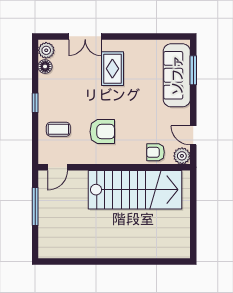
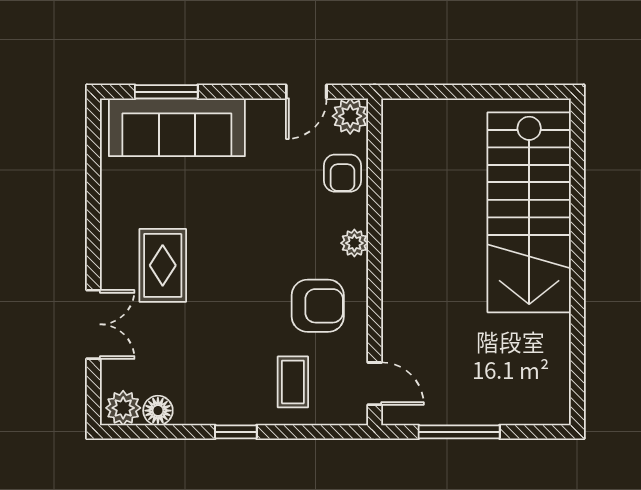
rug: (112, 69) -> (163, 265), turned 90
armchair: (102, 132) -> (318, 306), moved, turned 90
plant: (123, 158) -> (354, 243), added
stairs: (135, 190) -> (529, 212), moved, turned 180

